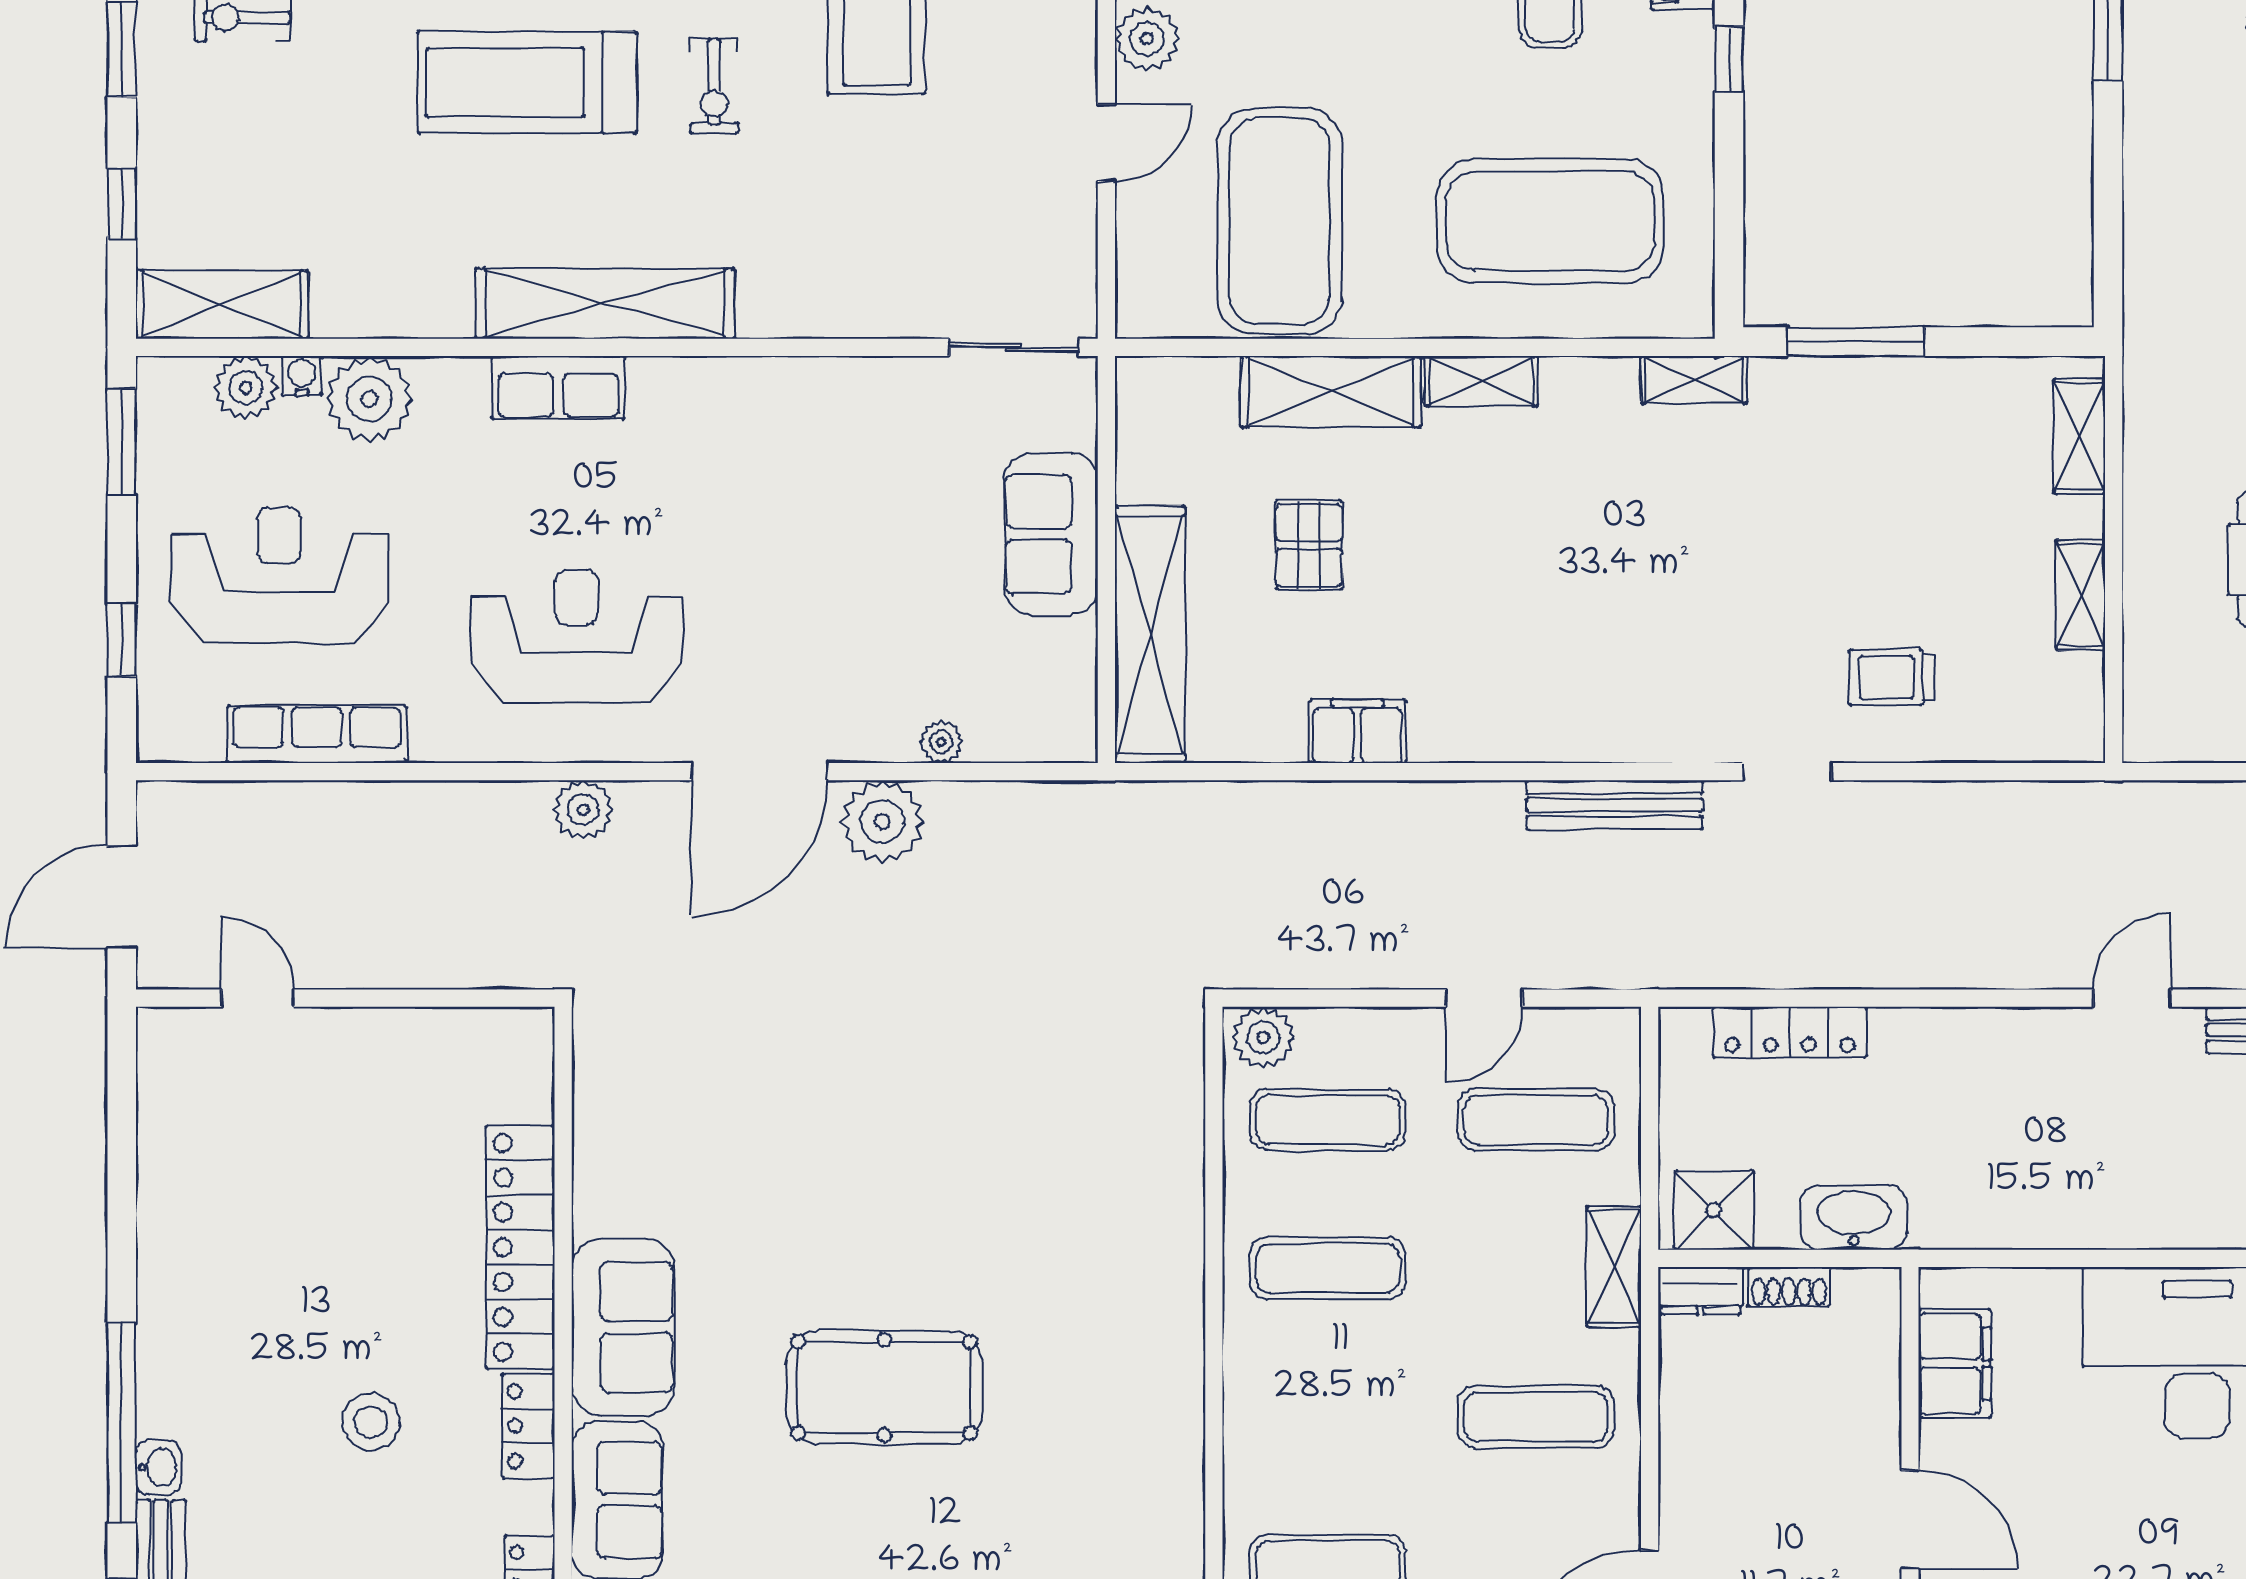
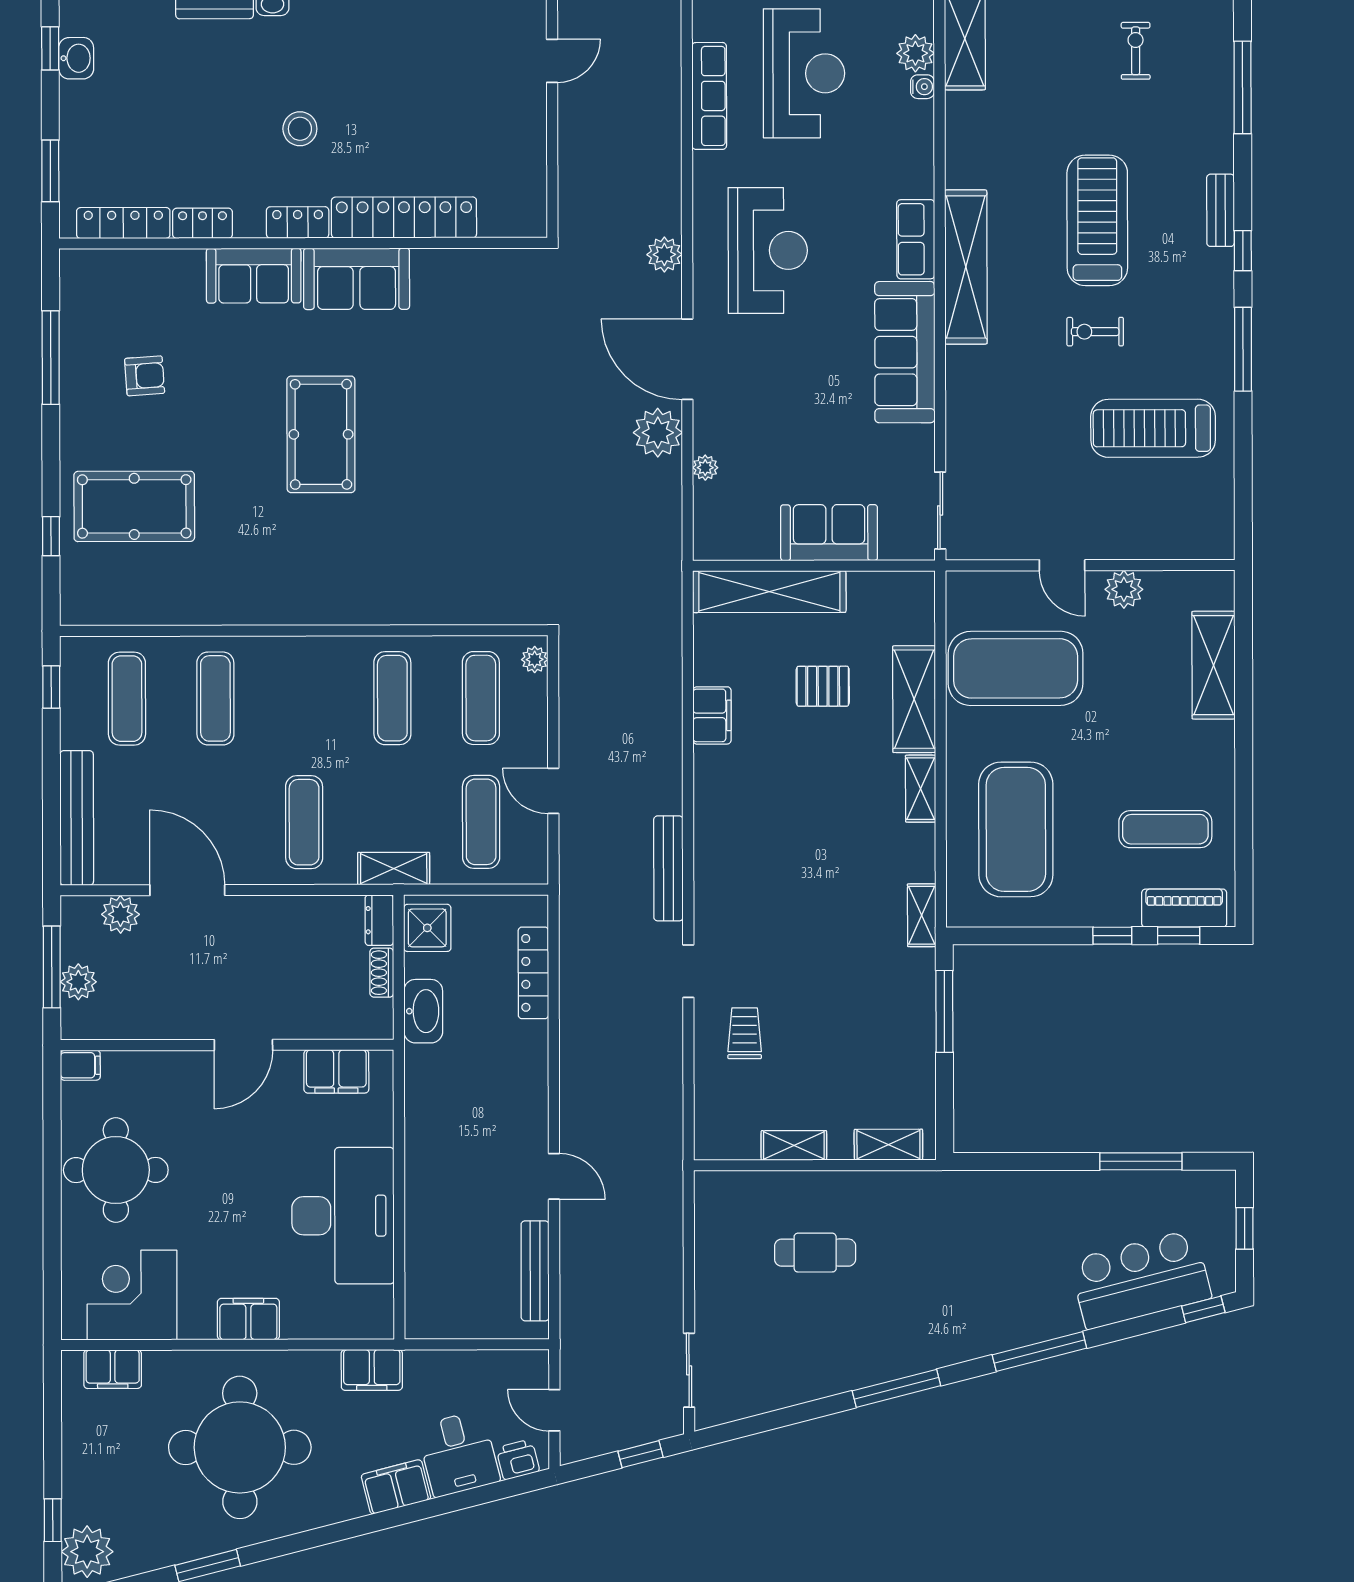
plant: (369, 399) -> (909, 127), removed
sofa: (748, 406) -> (905, 352), added
plant: (1263, 1037) -> (535, 659), width x0.73, depth x0.73

